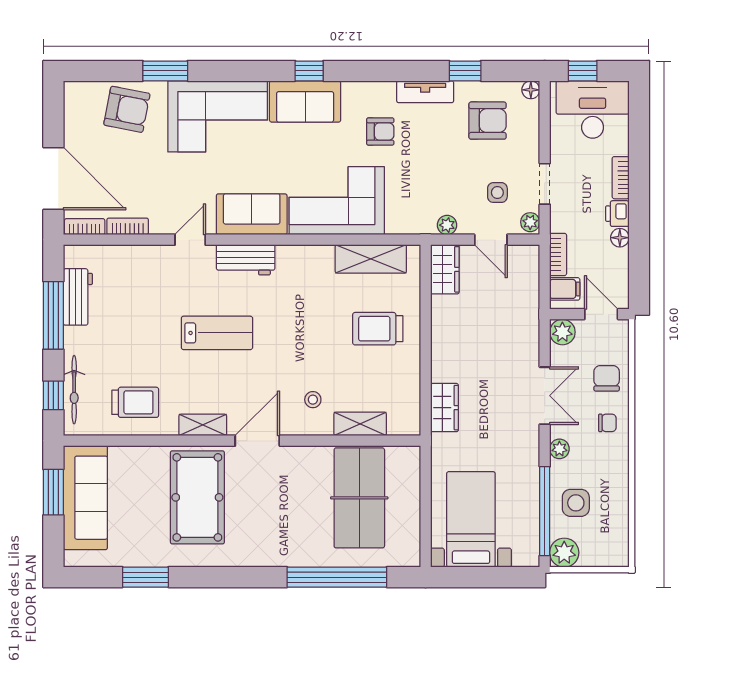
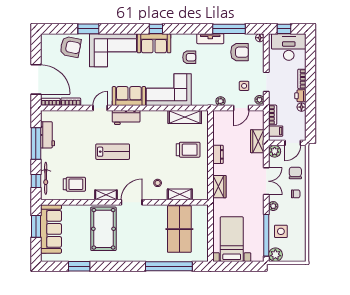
window: (465, 71) -> (229, 29), width x2.17
door: (491, 240) -> (241, 108), hinge flipped
wardrobe: (445, 269) -> (257, 141), moved, turned 180
door: (601, 314) -> (293, 143), swing flipped
trolley: (378, 329) -> (188, 150), turned 180
dresser: (442, 339) -> (218, 154), added

